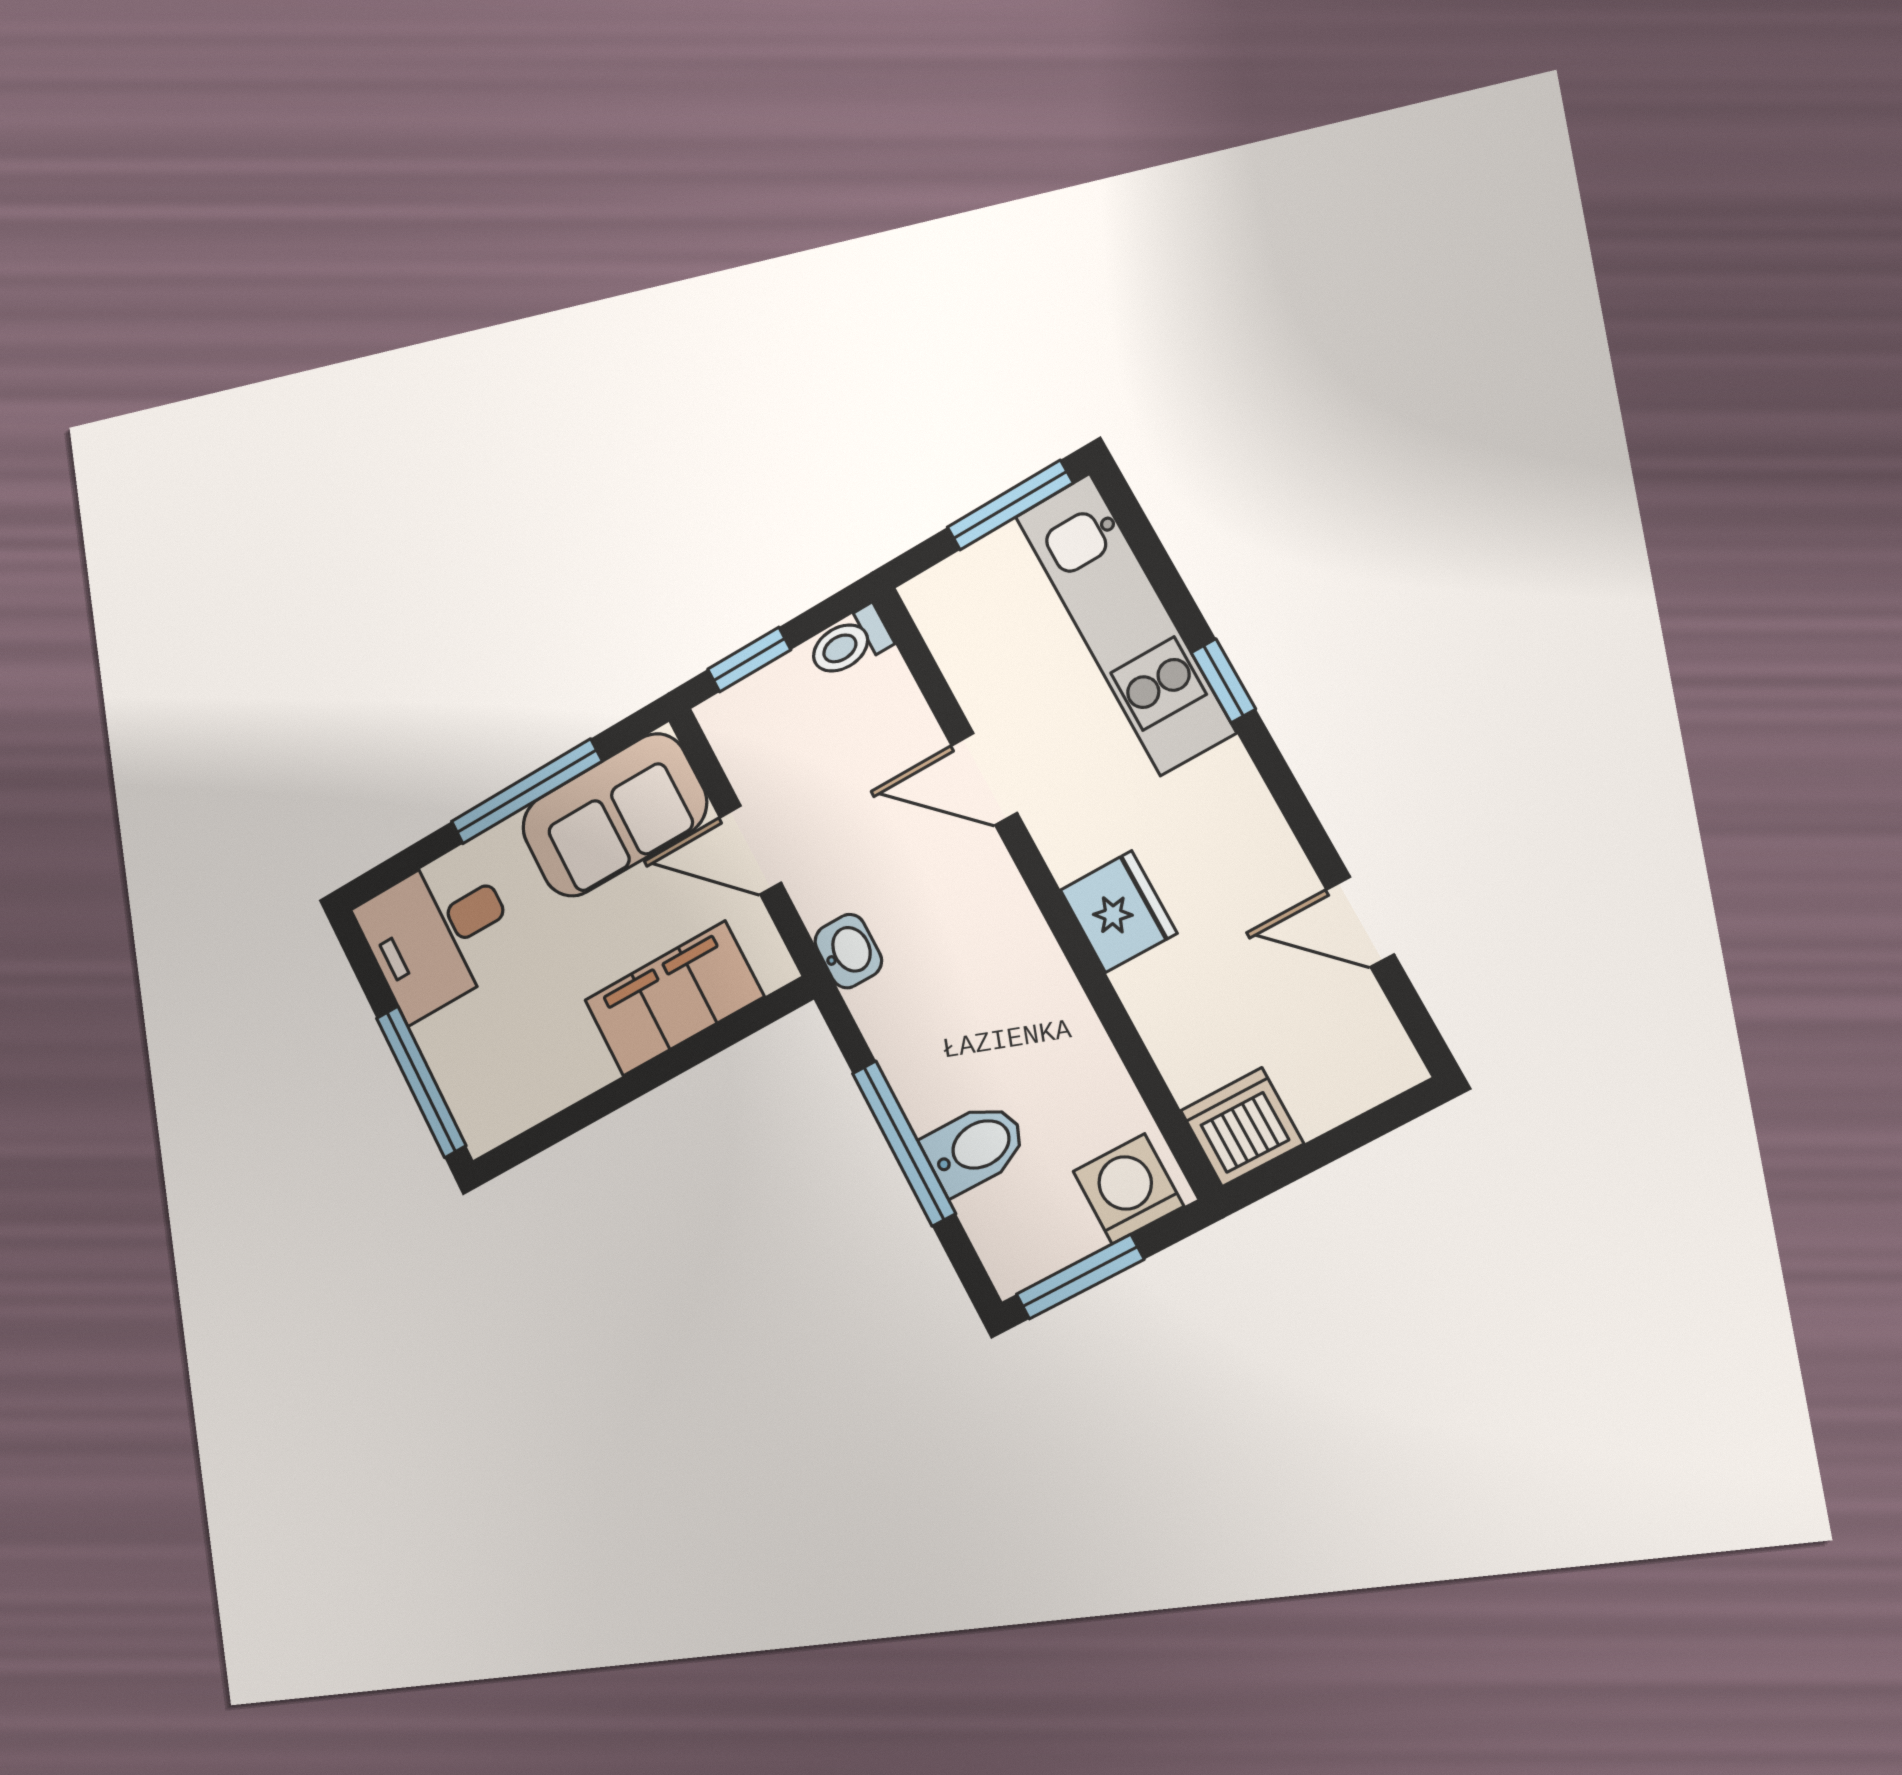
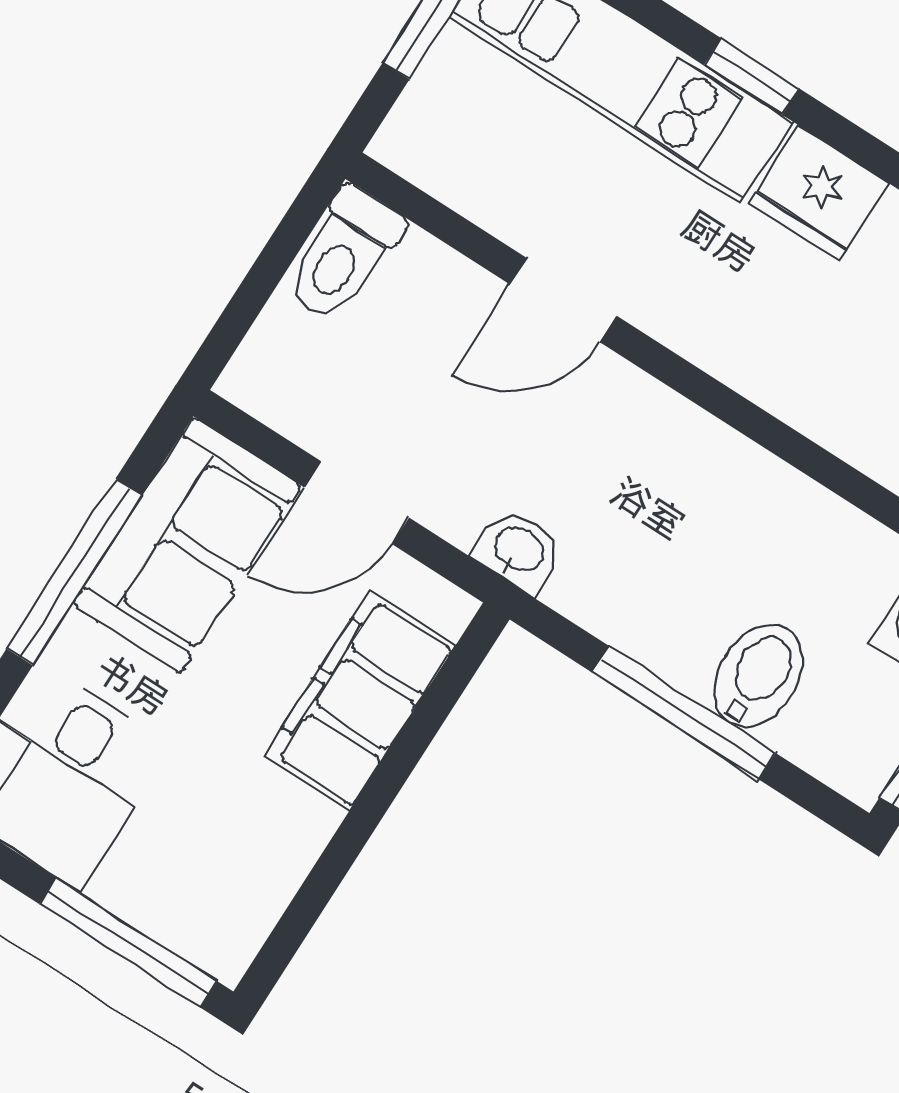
toilet: (849, 643) -> (344, 255), width x1.37, depth x1.39
window: (749, 660) -> (245, 306), removed
fridge: (1119, 912) -> (819, 193), moved, turned 180

